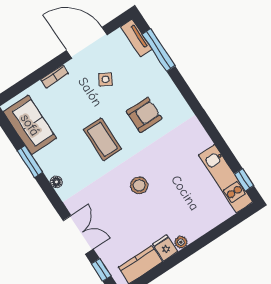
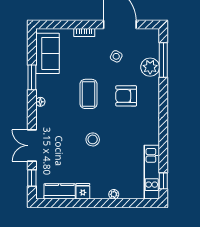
tv unit: (136, 38) -> (154, 43), removed
plant: (150, 67) -> (150, 67), added
armchair: (144, 115) -> (126, 96), turned 180
double door: (78, 235) -> (32, 146), swing flipped
plant: (181, 242) -> (114, 194), moved

